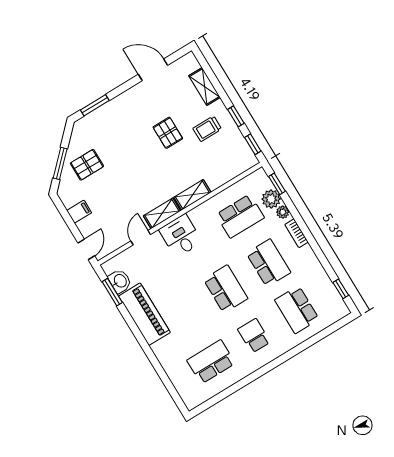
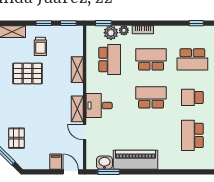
pallet: (168, 133) -> (28, 73), width x1.50, depth x1.42
shelving: (192, 195) -> (77, 70), moved
filing cabinet: (79, 212) -> (56, 162), moved

